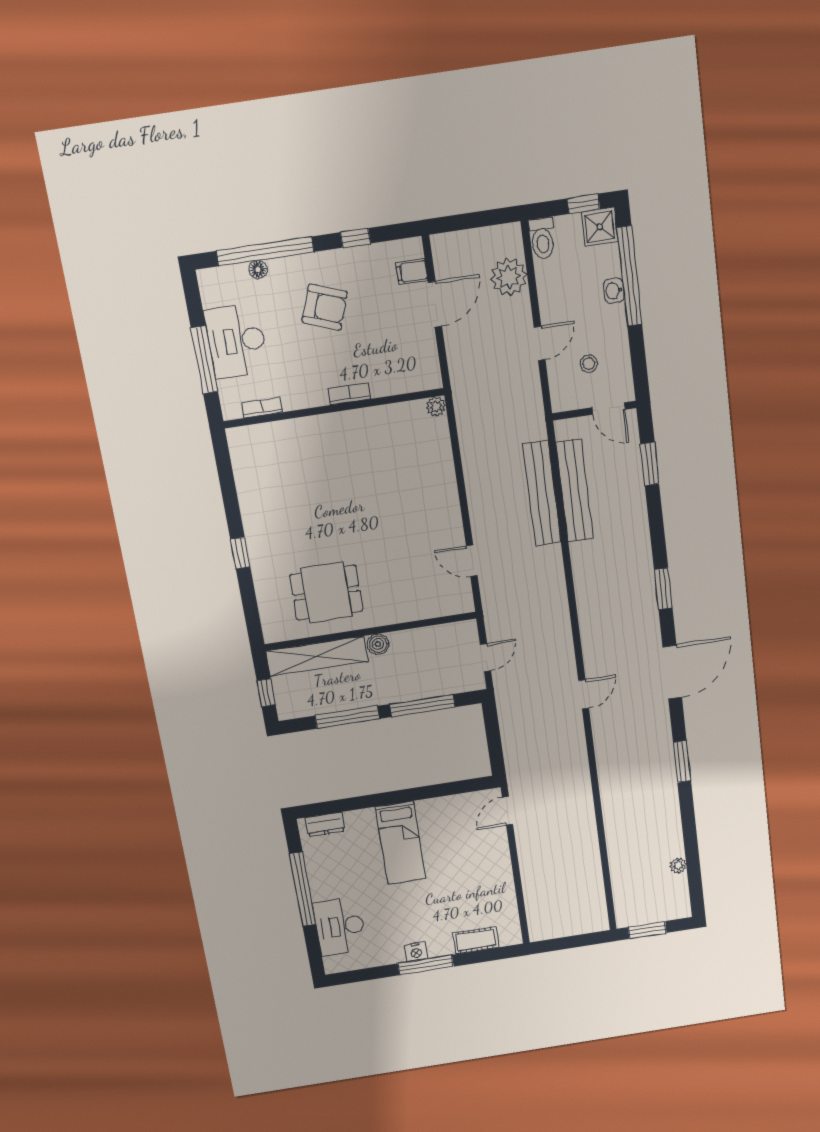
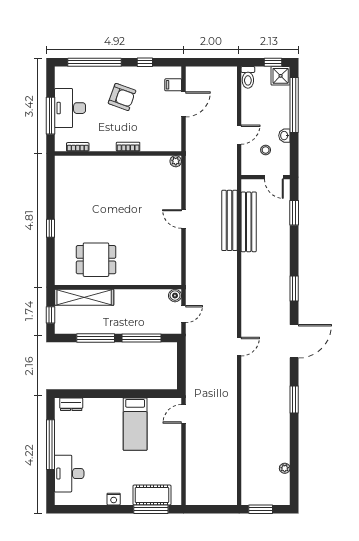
floor lamp: (258, 270) -> (89, 71), removed
plant: (509, 277) -> (227, 96), removed
washbasin: (614, 291) -> (284, 136), moved
door: (472, 561) -> (183, 219), moved
boiler: (378, 644) -> (175, 296), moved
bed: (400, 843) -> (135, 424), moved
cot: (476, 940) -> (152, 495), width x1.37, depth x1.34
window: (426, 965) -> (151, 509), moved

